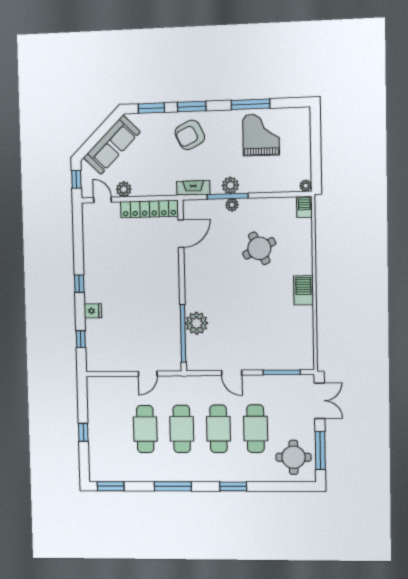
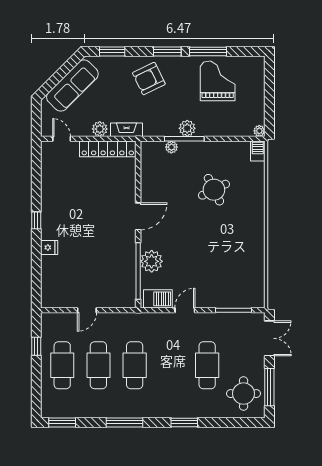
window: (192, 106) -> (167, 51), moved
window: (76, 179) -> (36, 118), removed
fireplace: (193, 188) -> (126, 130), moved
plant: (124, 189) -> (100, 129), moved
plant: (232, 205) -> (171, 147), moved
door: (181, 234) -> (138, 216), moved
barbecue: (304, 290) -> (158, 299), moved, turned 90
window: (81, 339) -> (36, 275), removed
door: (232, 373) -> (185, 310), swing flipped
door: (148, 374) -> (87, 310), moved
cafe table: (218, 429) -> (62, 365), moved
window: (83, 432) -> (36, 346), moved

